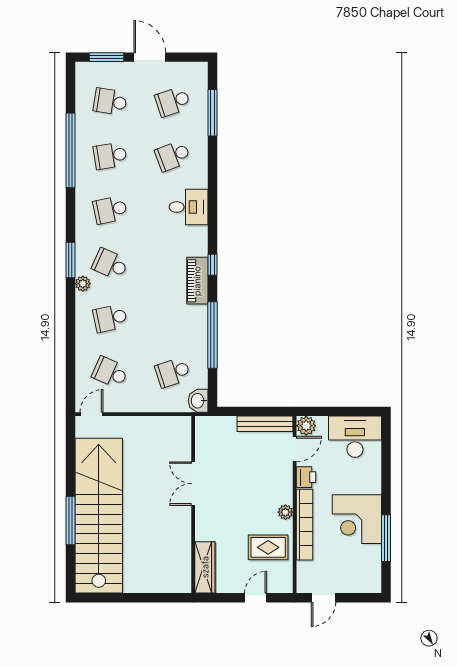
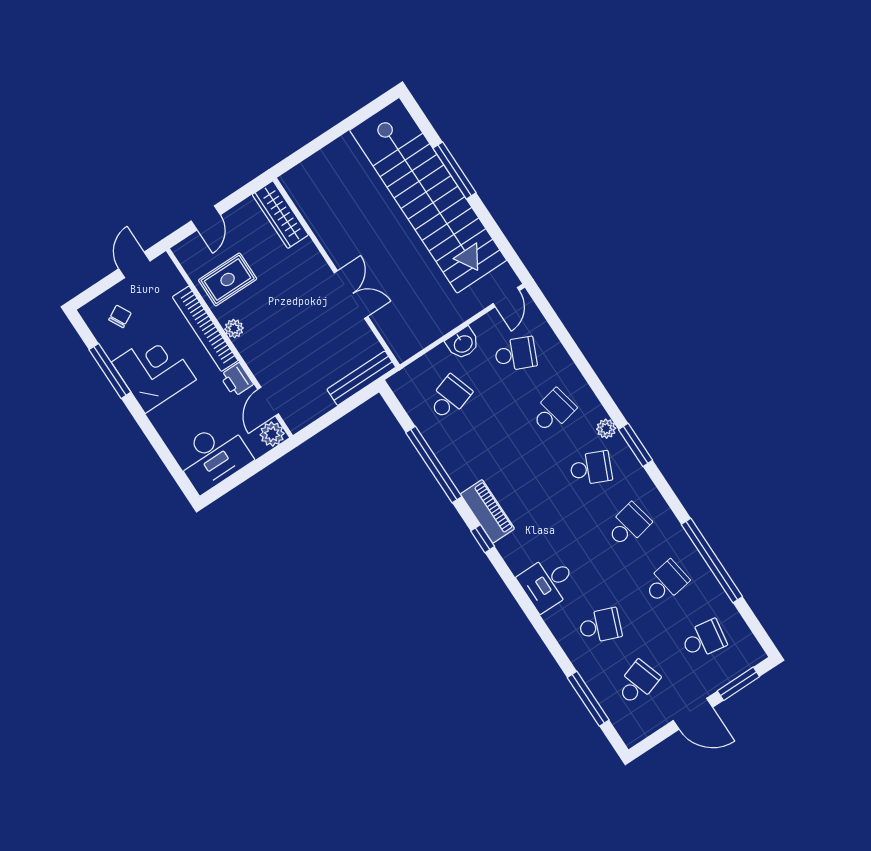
school desk: (173, 156) -> (600, 626), turned 42
washbasin: (198, 401) -> (463, 343), moved, turned 90
bench: (265, 424) -> (361, 378), moved
chair: (356, 570) -> (120, 316), added

